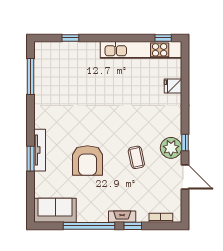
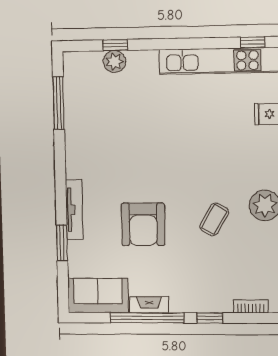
plant: (70, 49) -> (114, 62), added
coffee table: (136, 157) -> (214, 219), turned 42
window: (30, 159) -> (62, 243), moved
fireplace: (122, 217) -> (149, 305), moved

